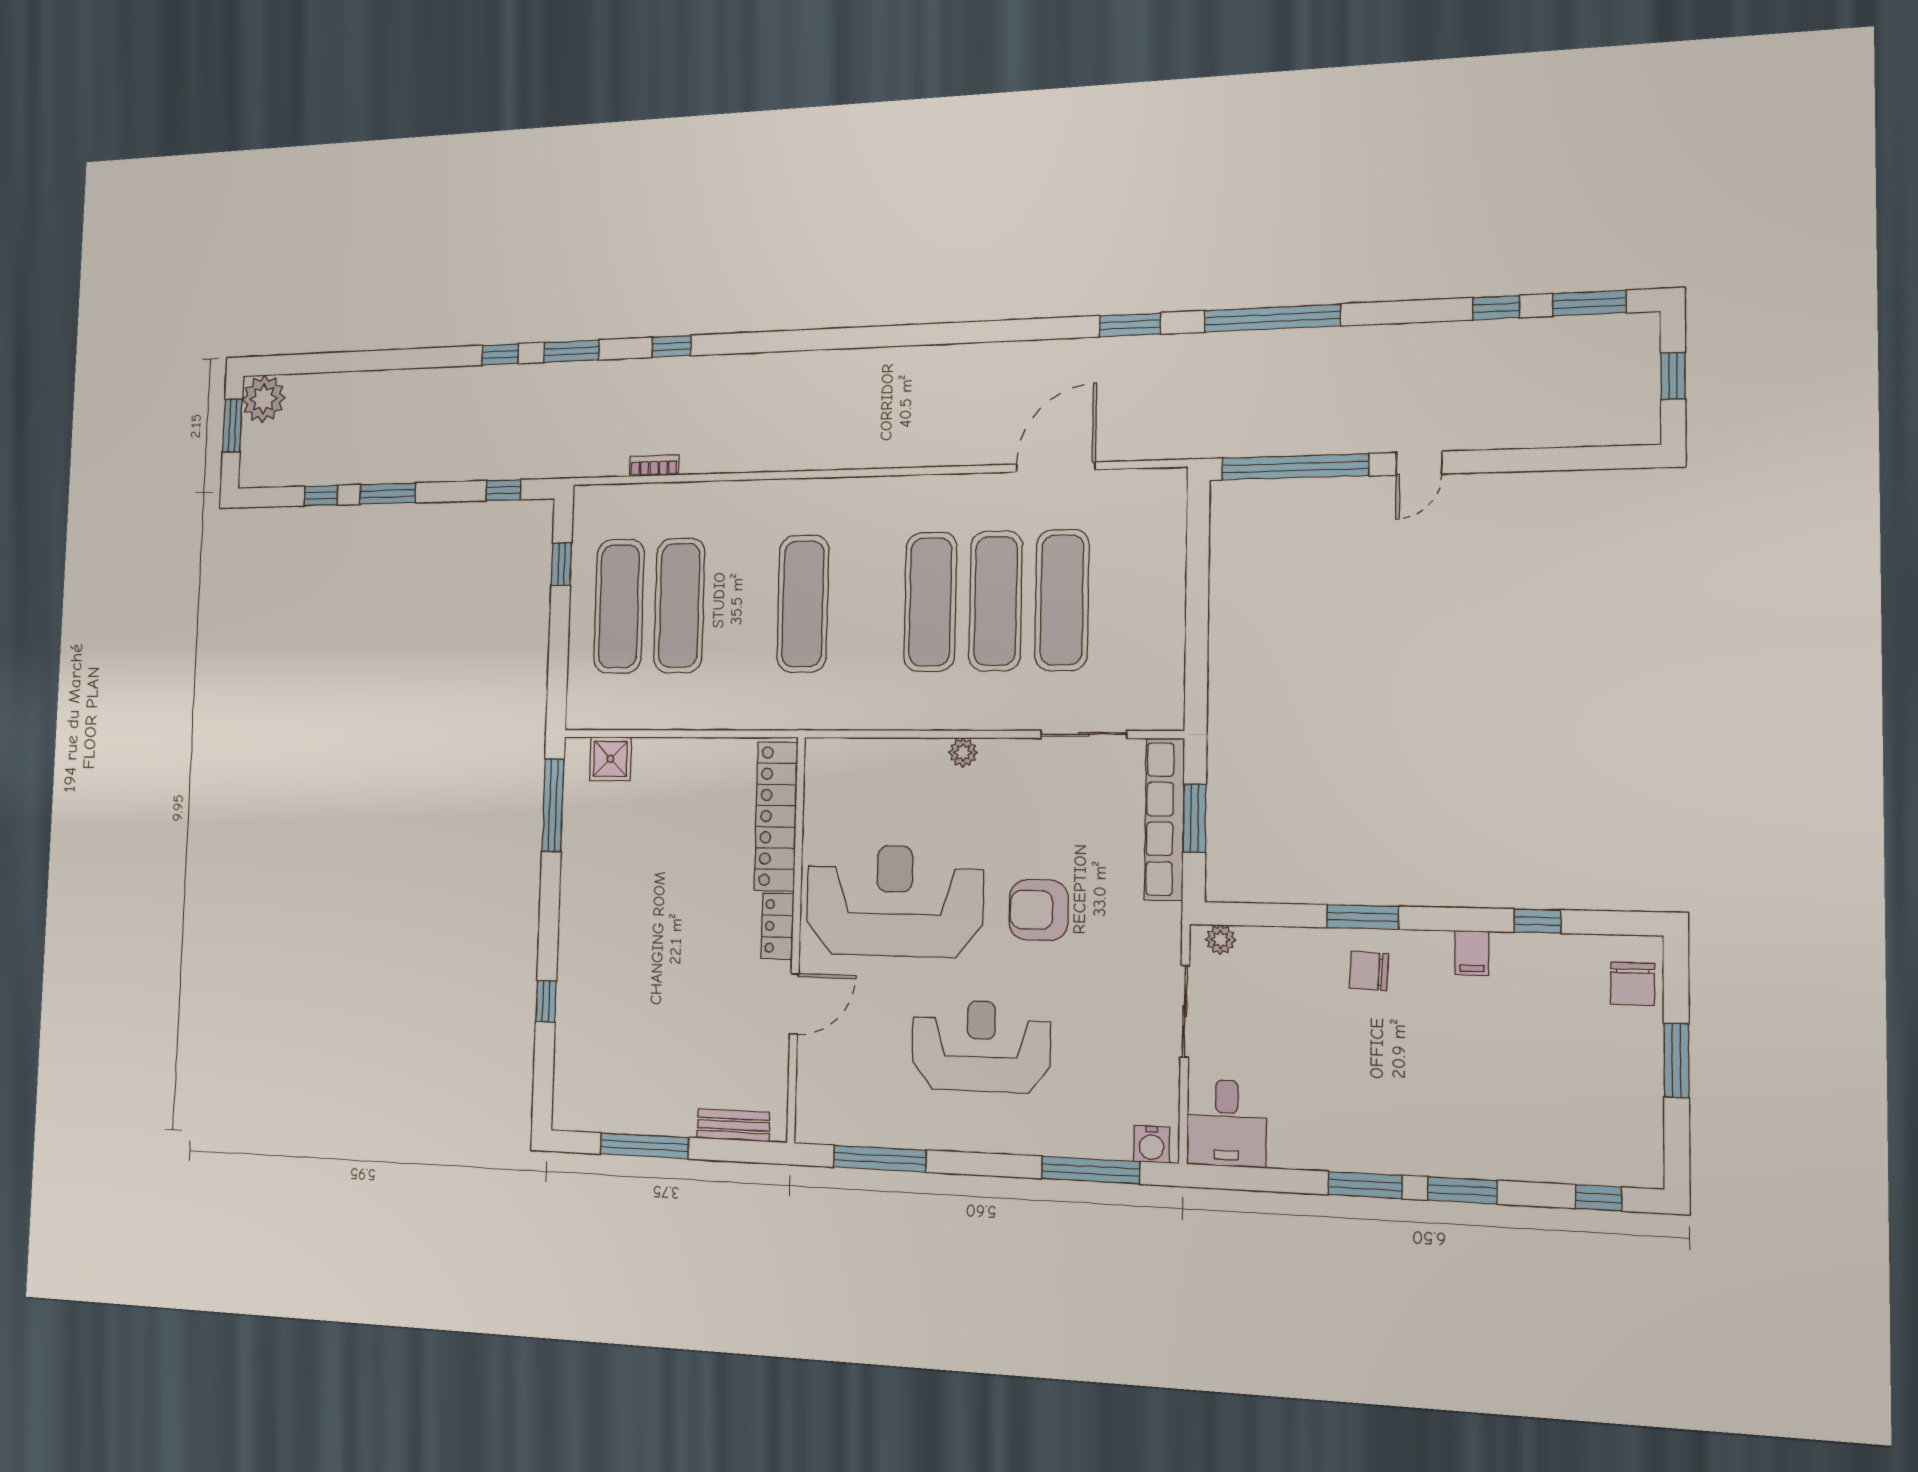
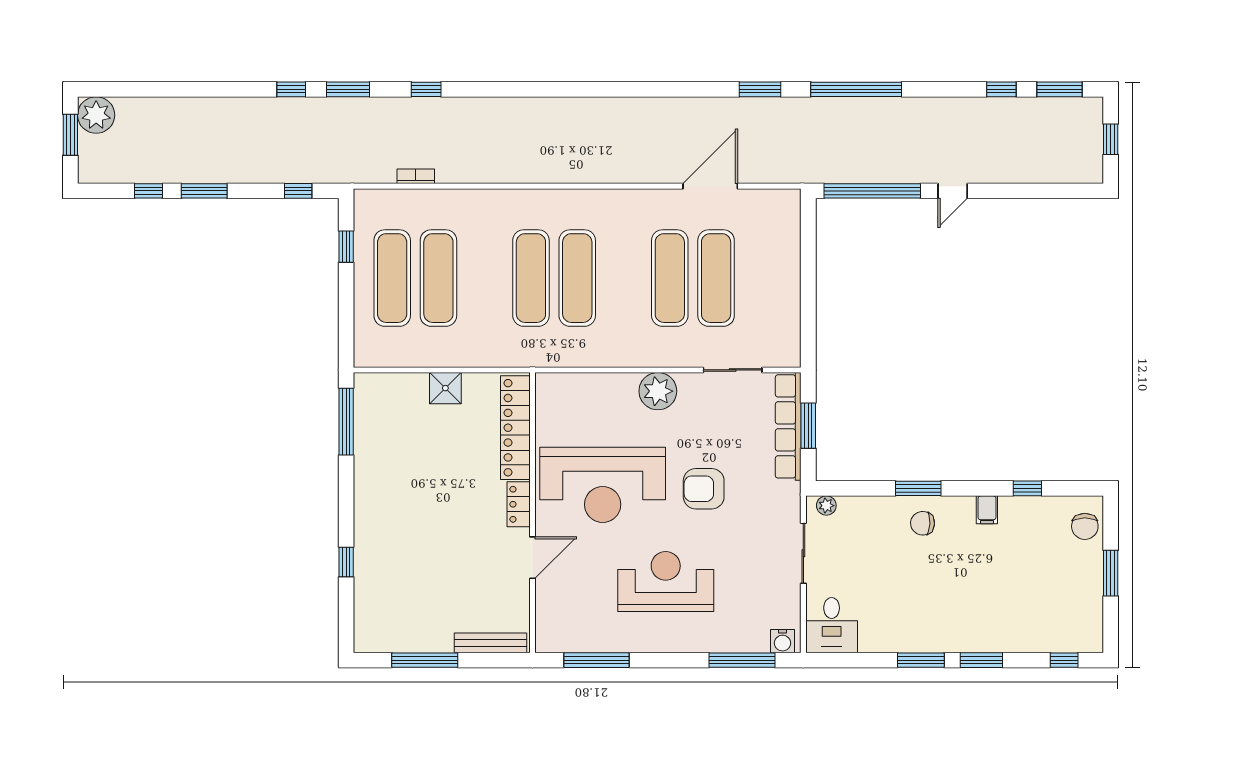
exercise mat: (930, 602) -> (577, 278), moved
plant: (963, 752) -> (658, 391), width x1.88, depth x1.88
shower: (610, 759) -> (445, 388), moved
reception desk: (894, 901) -> (603, 485), turned 180
bench: (733, 1125) -> (490, 643), width x1.36

